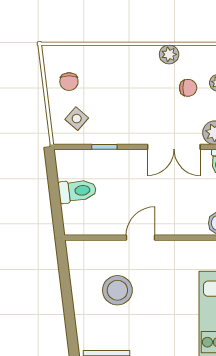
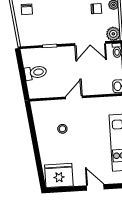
side table: (77, 119) -> (33, 31), removed
stool: (117, 290) -> (62, 129), width x0.53, depth x0.53

